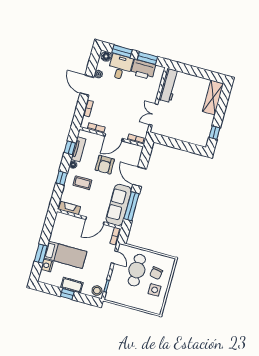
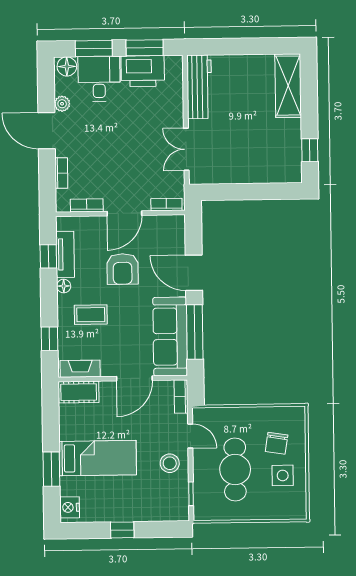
window: (62, 178) -> (50, 339), moved
nightstand: (47, 266) -> (70, 507), moved
cafe table: (137, 270) -> (235, 470), moved
cot: (72, 285) -> (79, 392), moved
stool: (97, 291) -> (170, 463), moved

